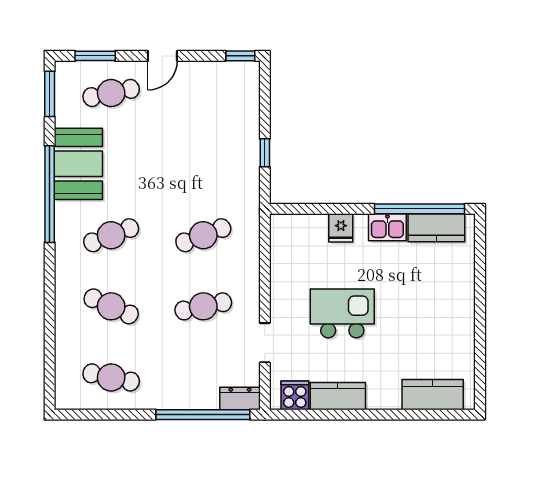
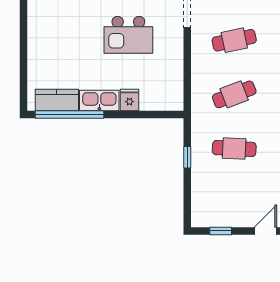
window: (240, 56) -> (221, 231), moved
cafe table: (203, 164) -> (234, 149), added
kitchen sink: (387, 227) -> (99, 100), width x1.38

